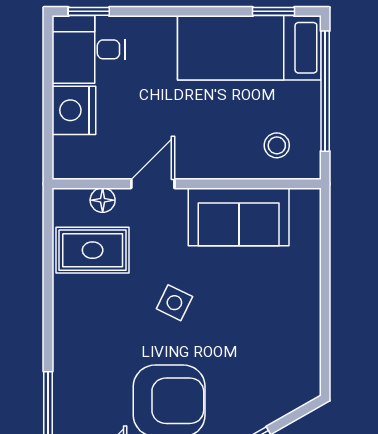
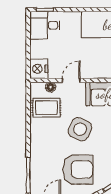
nightstand: (74, 110) -> (39, 69), moved
side table: (174, 303) -> (80, 129), width x1.87, depth x1.87

